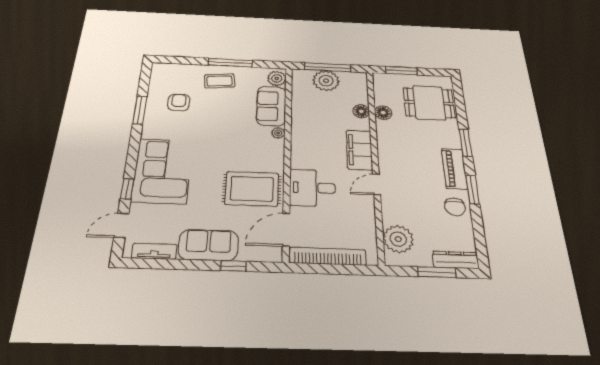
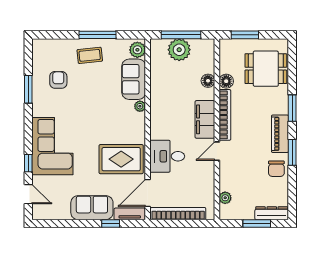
bookcase: (384, 146) -> (225, 115), added
door: (121, 225) -> (28, 194), swing flipped
plant: (398, 239) -> (225, 198), width x0.53, depth x0.53
tv unit: (154, 251) -> (130, 214), moved

